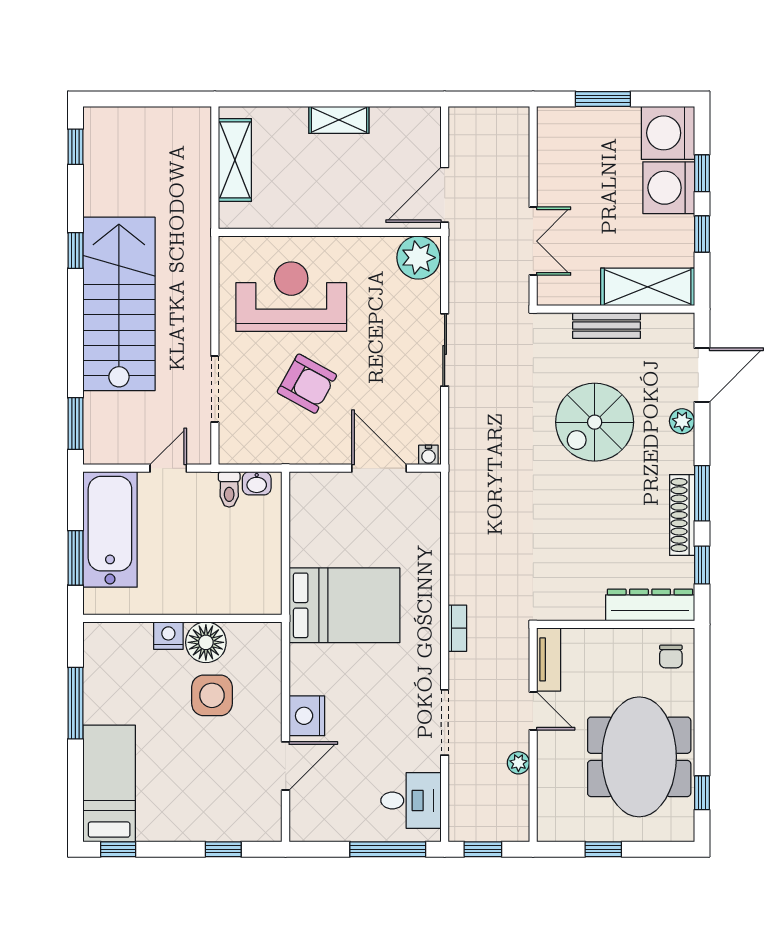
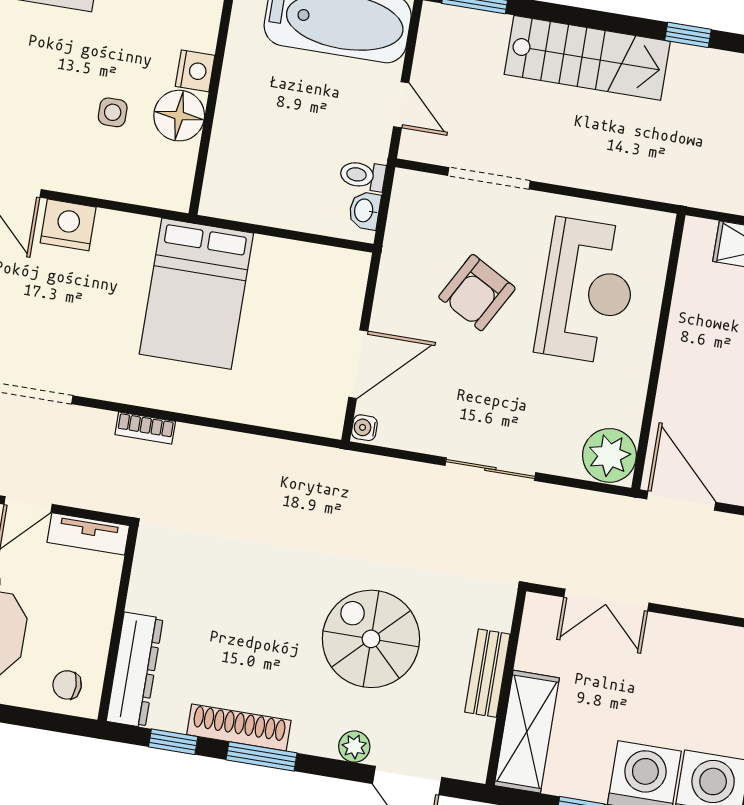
stairs: (119, 304) -> (587, 58), width x0.73, depth x0.66
side table: (212, 695) -> (113, 112), width x0.54, depth x0.54

